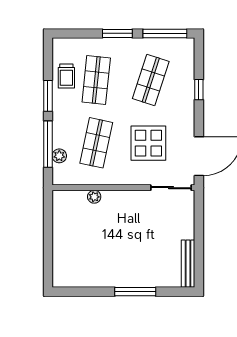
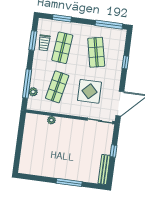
window: (117, 33) -> (62, 18), moved
shop shelf: (151, 80) -> (96, 52), turned -30
window: (48, 96) -> (33, 40), moved
window: (199, 232) -> (113, 151), added

